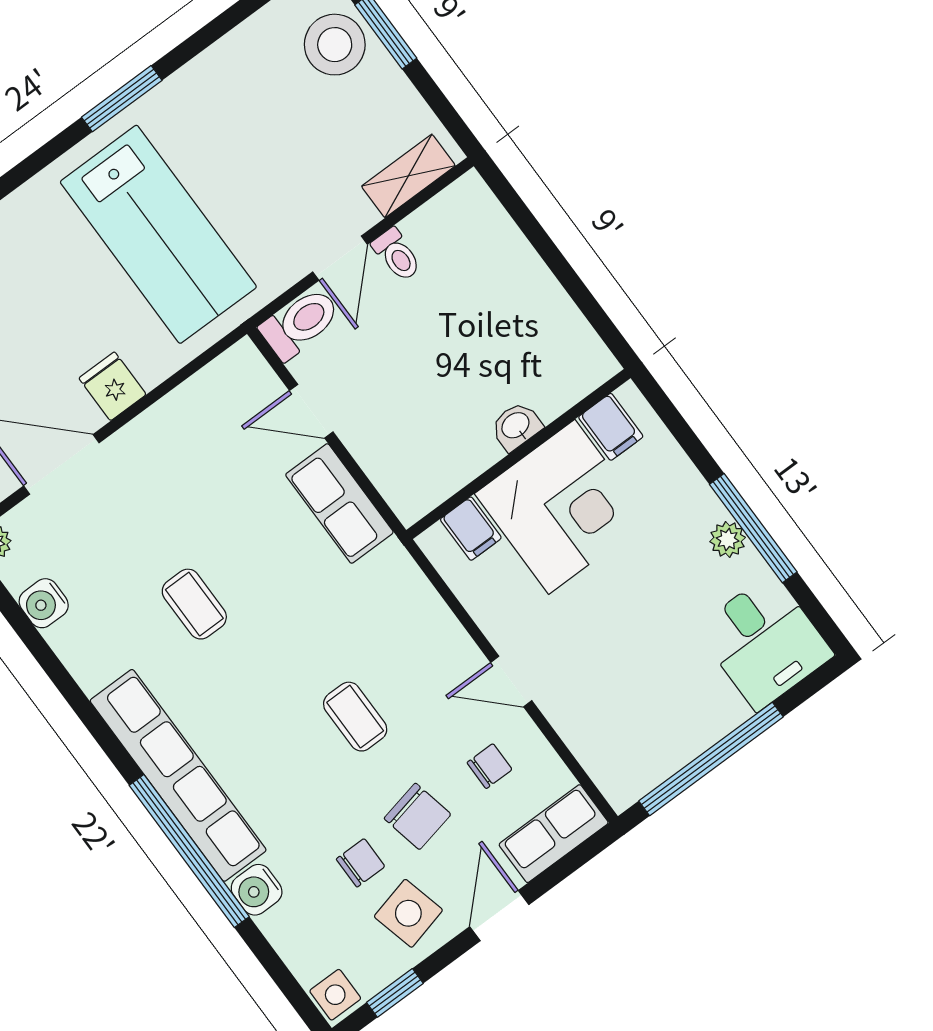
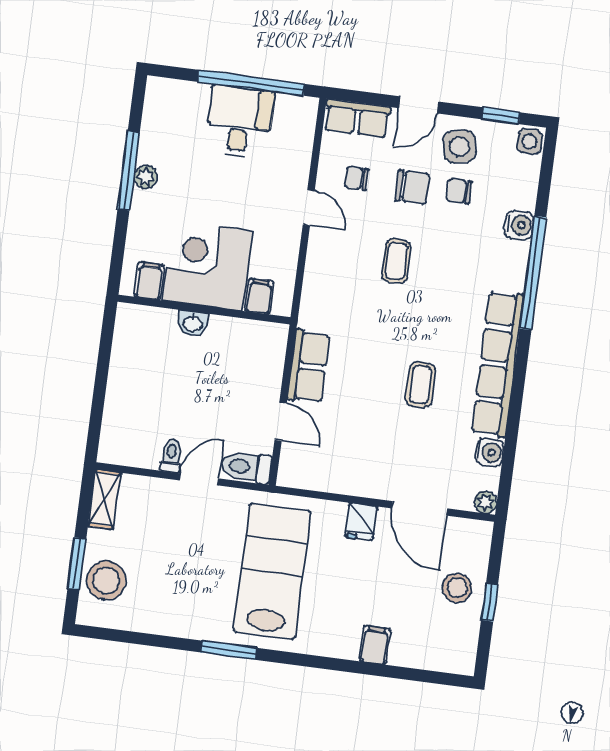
shelving: (408, 176) -> (104, 499), moved, turned 90
desk: (764, 642) -> (239, 122), moved
row of seats: (178, 775) -> (498, 364), moved
chair: (417, 816) -> (412, 187), turned 102

